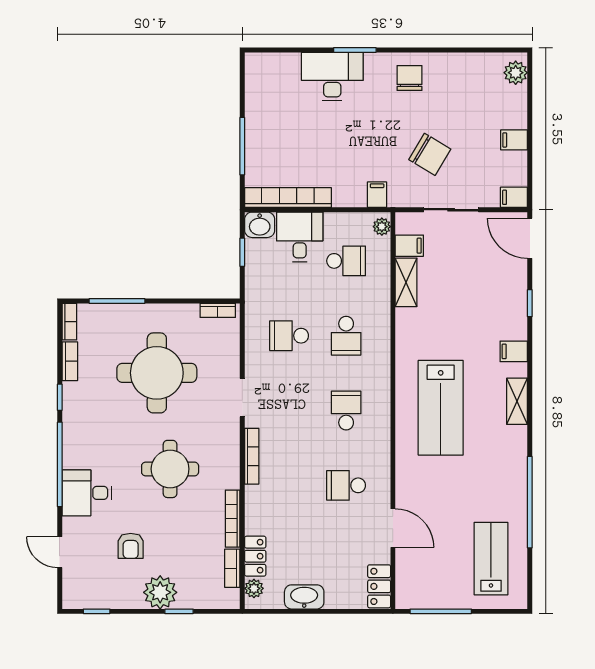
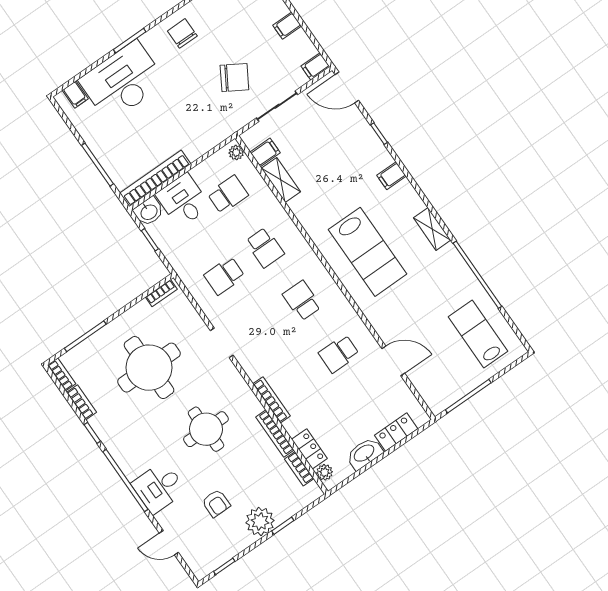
desk: (332, 77) -> (122, 81), width x1.36, depth x1.30
filing cabinet: (377, 195) -> (75, 94), moved, turned 180
shelving: (517, 401) -> (432, 229), moved
bookcase: (252, 456) -> (272, 400), moved
locker: (379, 586) -> (396, 432), moved, turned 90

